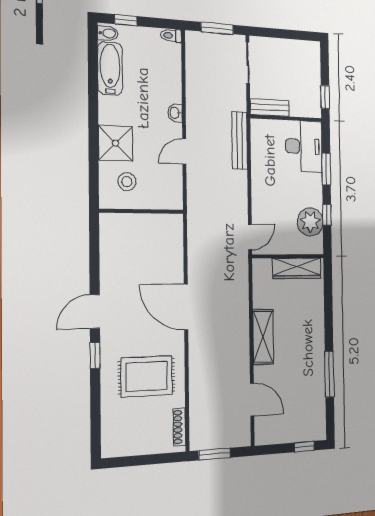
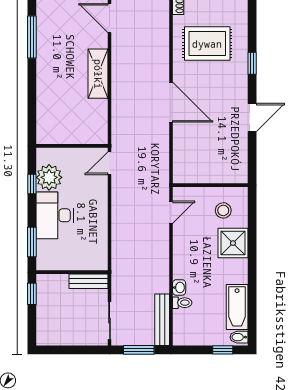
toilet: (171, 36) -> (182, 303), moved
washbasin: (175, 113) -> (179, 287), moved
bench: (240, 141) -> (162, 320), moved
desk: (304, 146) -> (55, 215), moved
door: (184, 151) -> (171, 212), moved
window: (326, 169) -> (32, 242), moved
wardrobe: (297, 268) -> (64, 135), removed
door: (95, 312) -> (252, 117), moved

